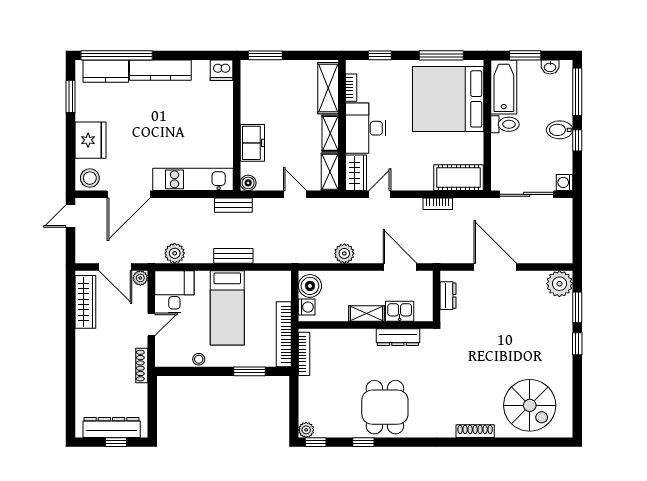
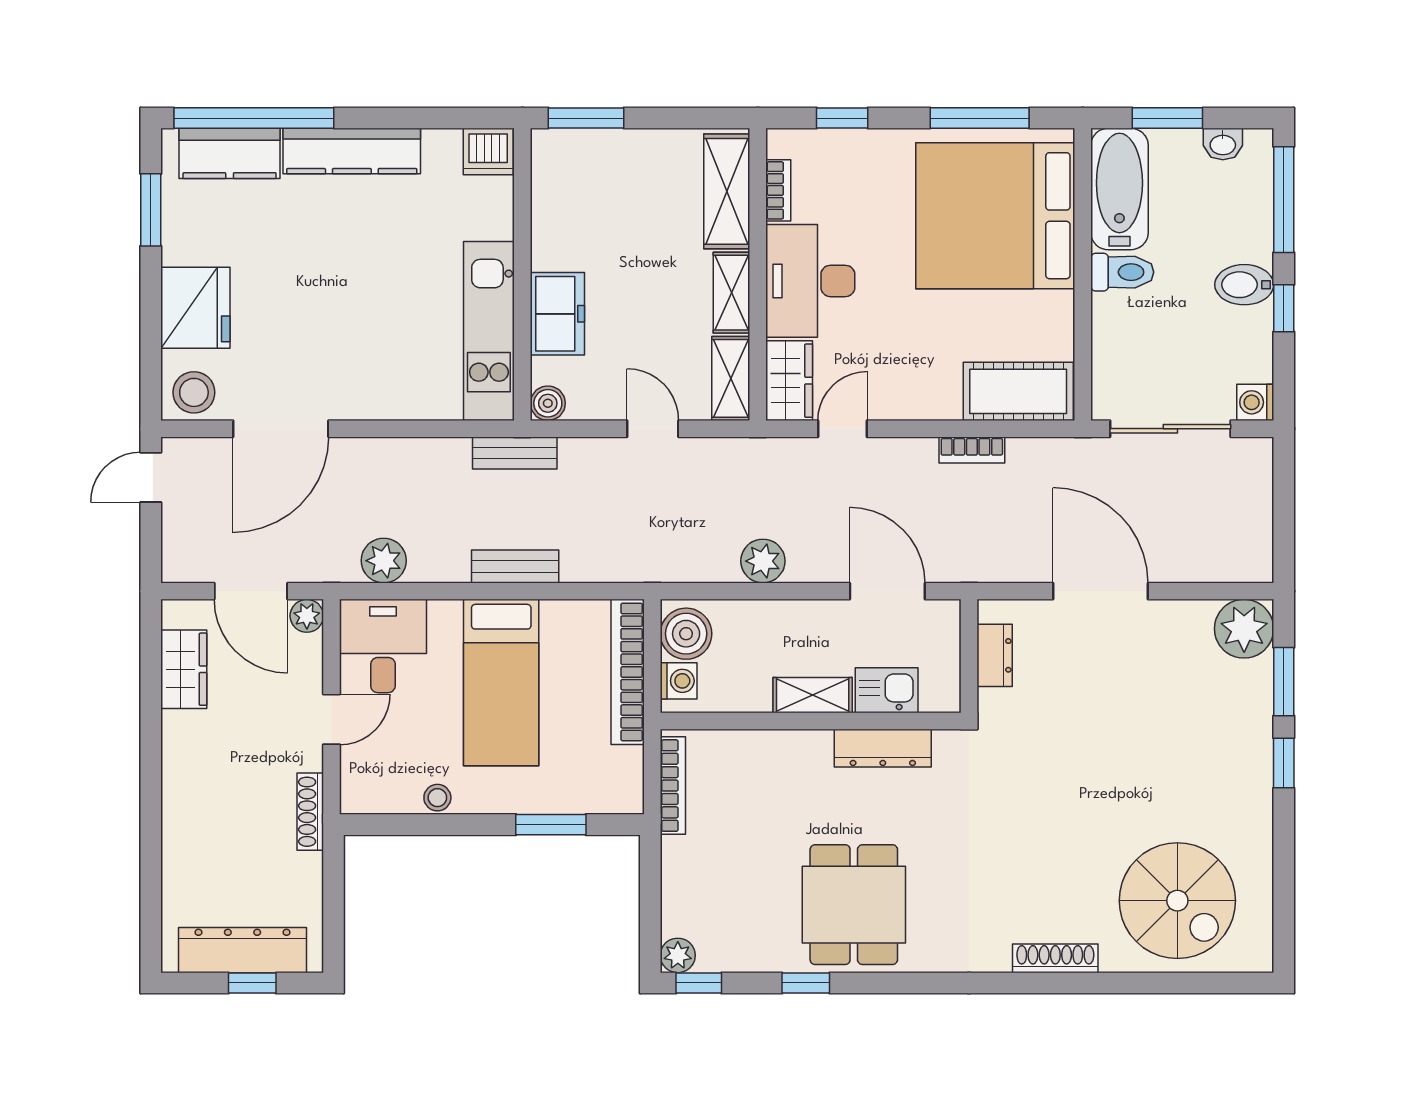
kitchen unit: (193, 179) -> (489, 331), moved, turned -90
wardrobe: (85, 302) -> (184, 669), width x0.67
bookcase: (284, 334) -> (628, 672), moved

